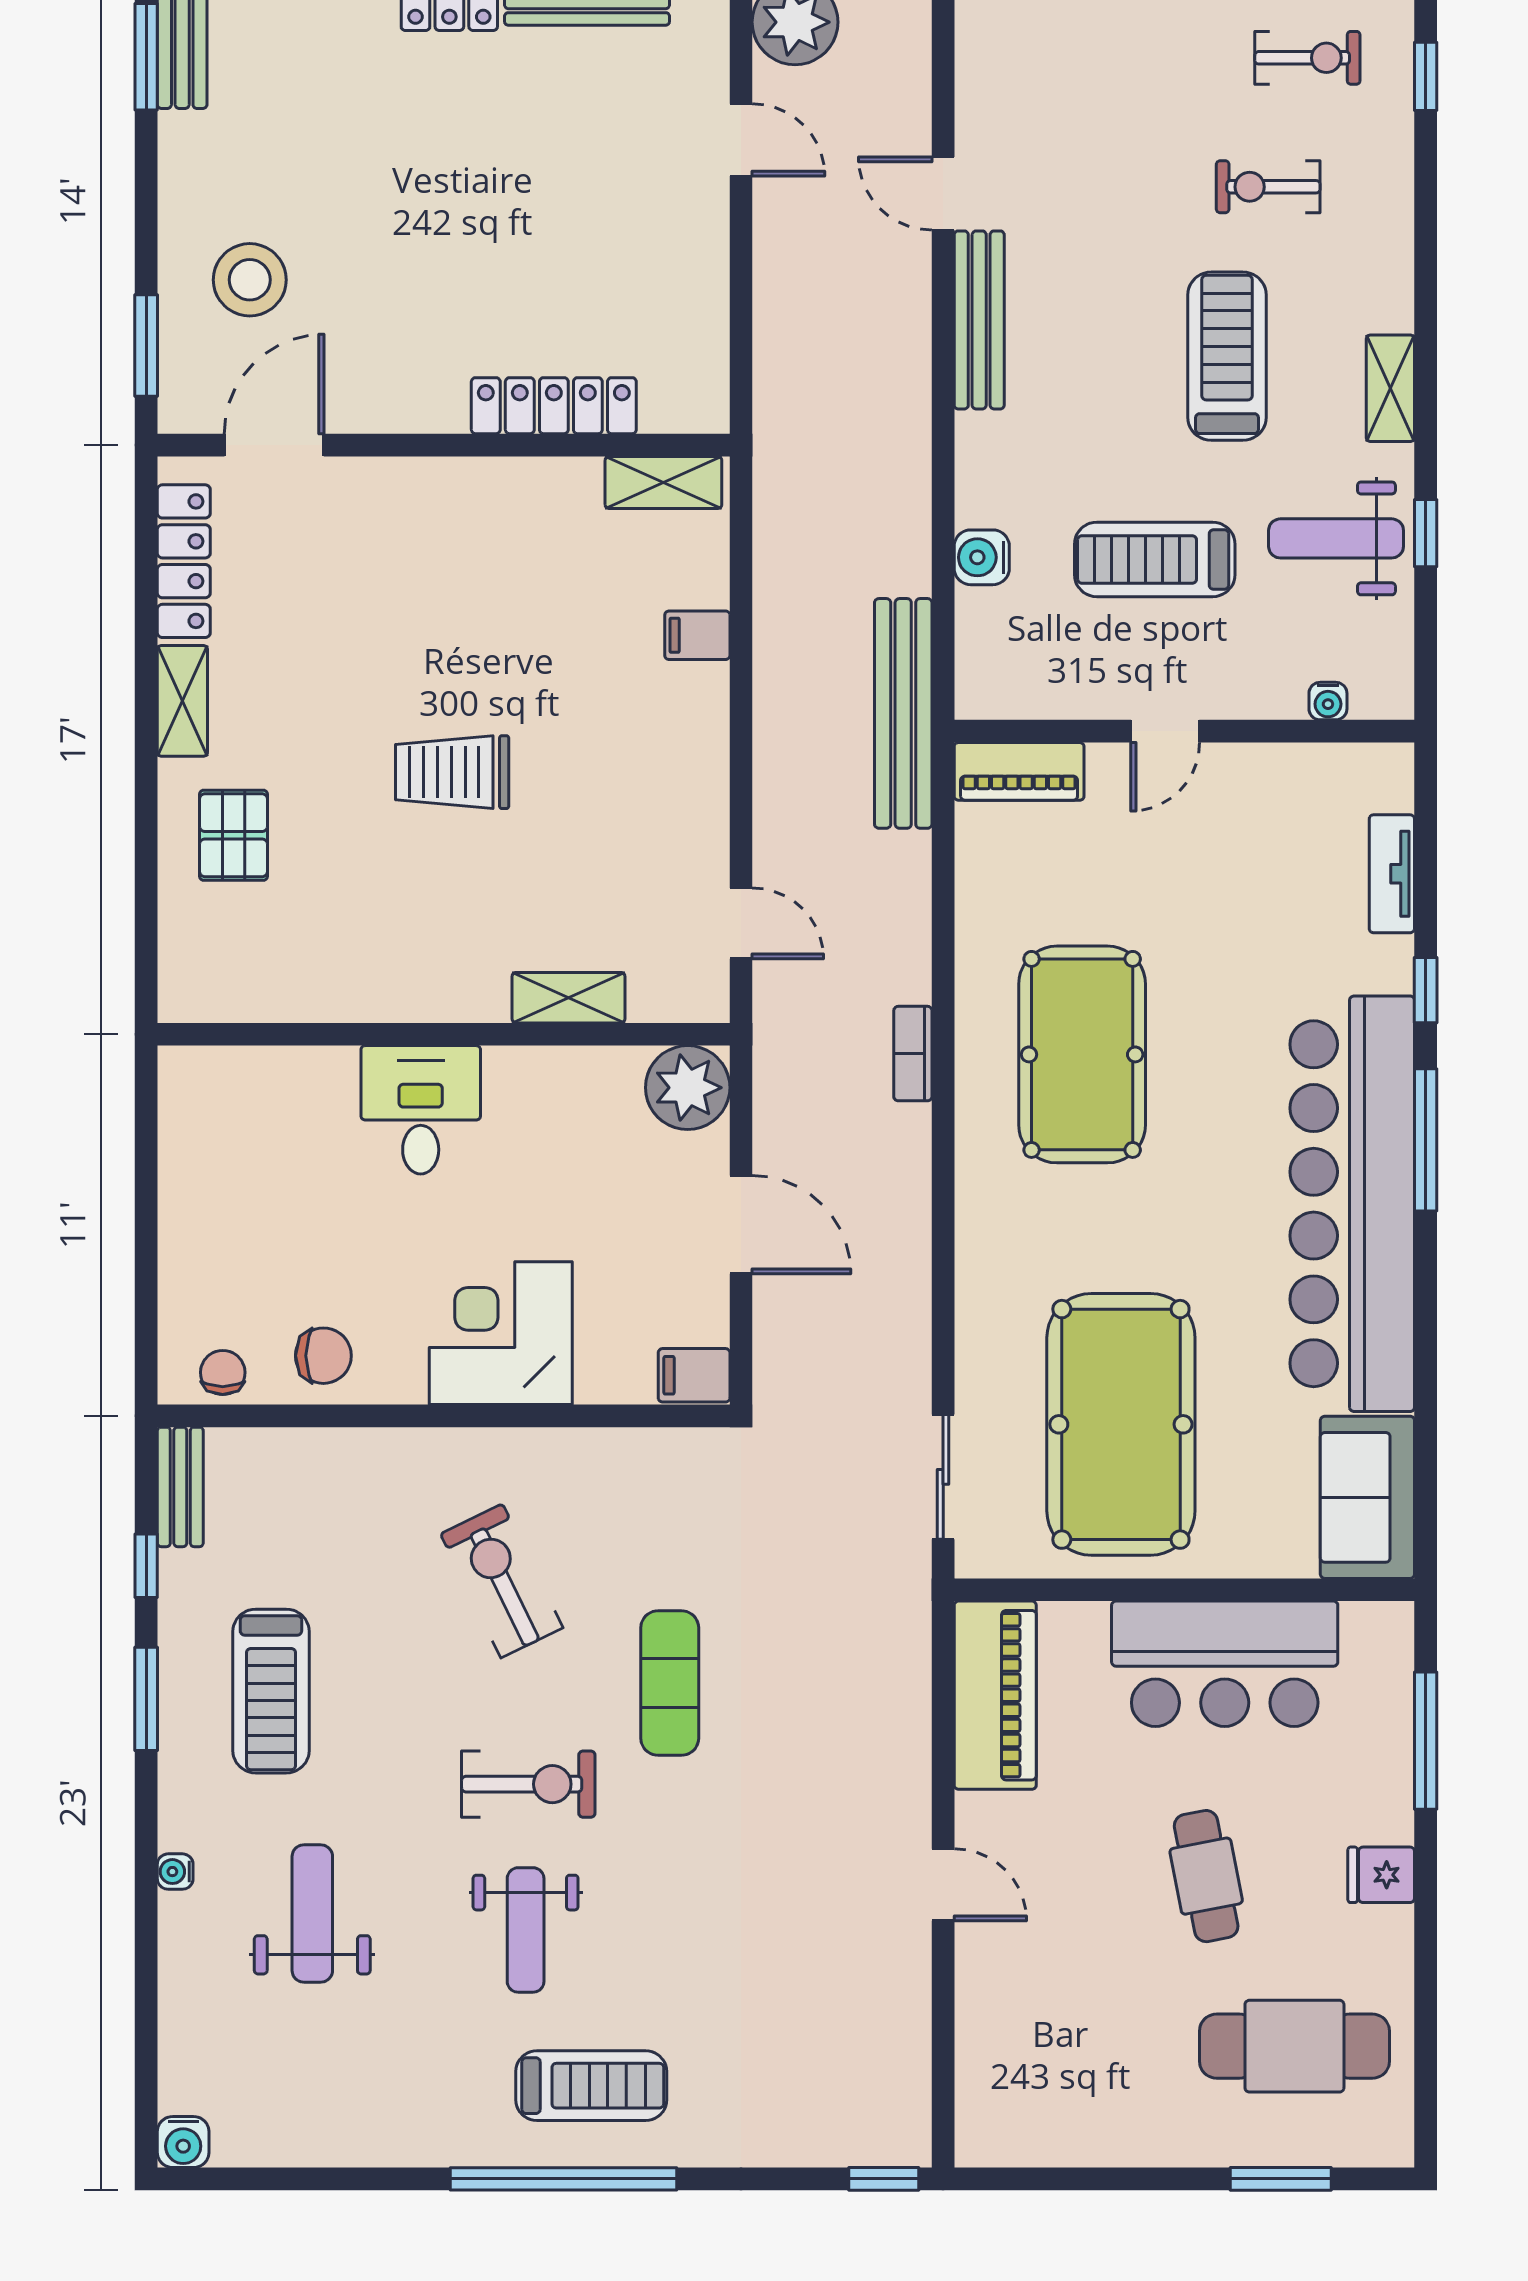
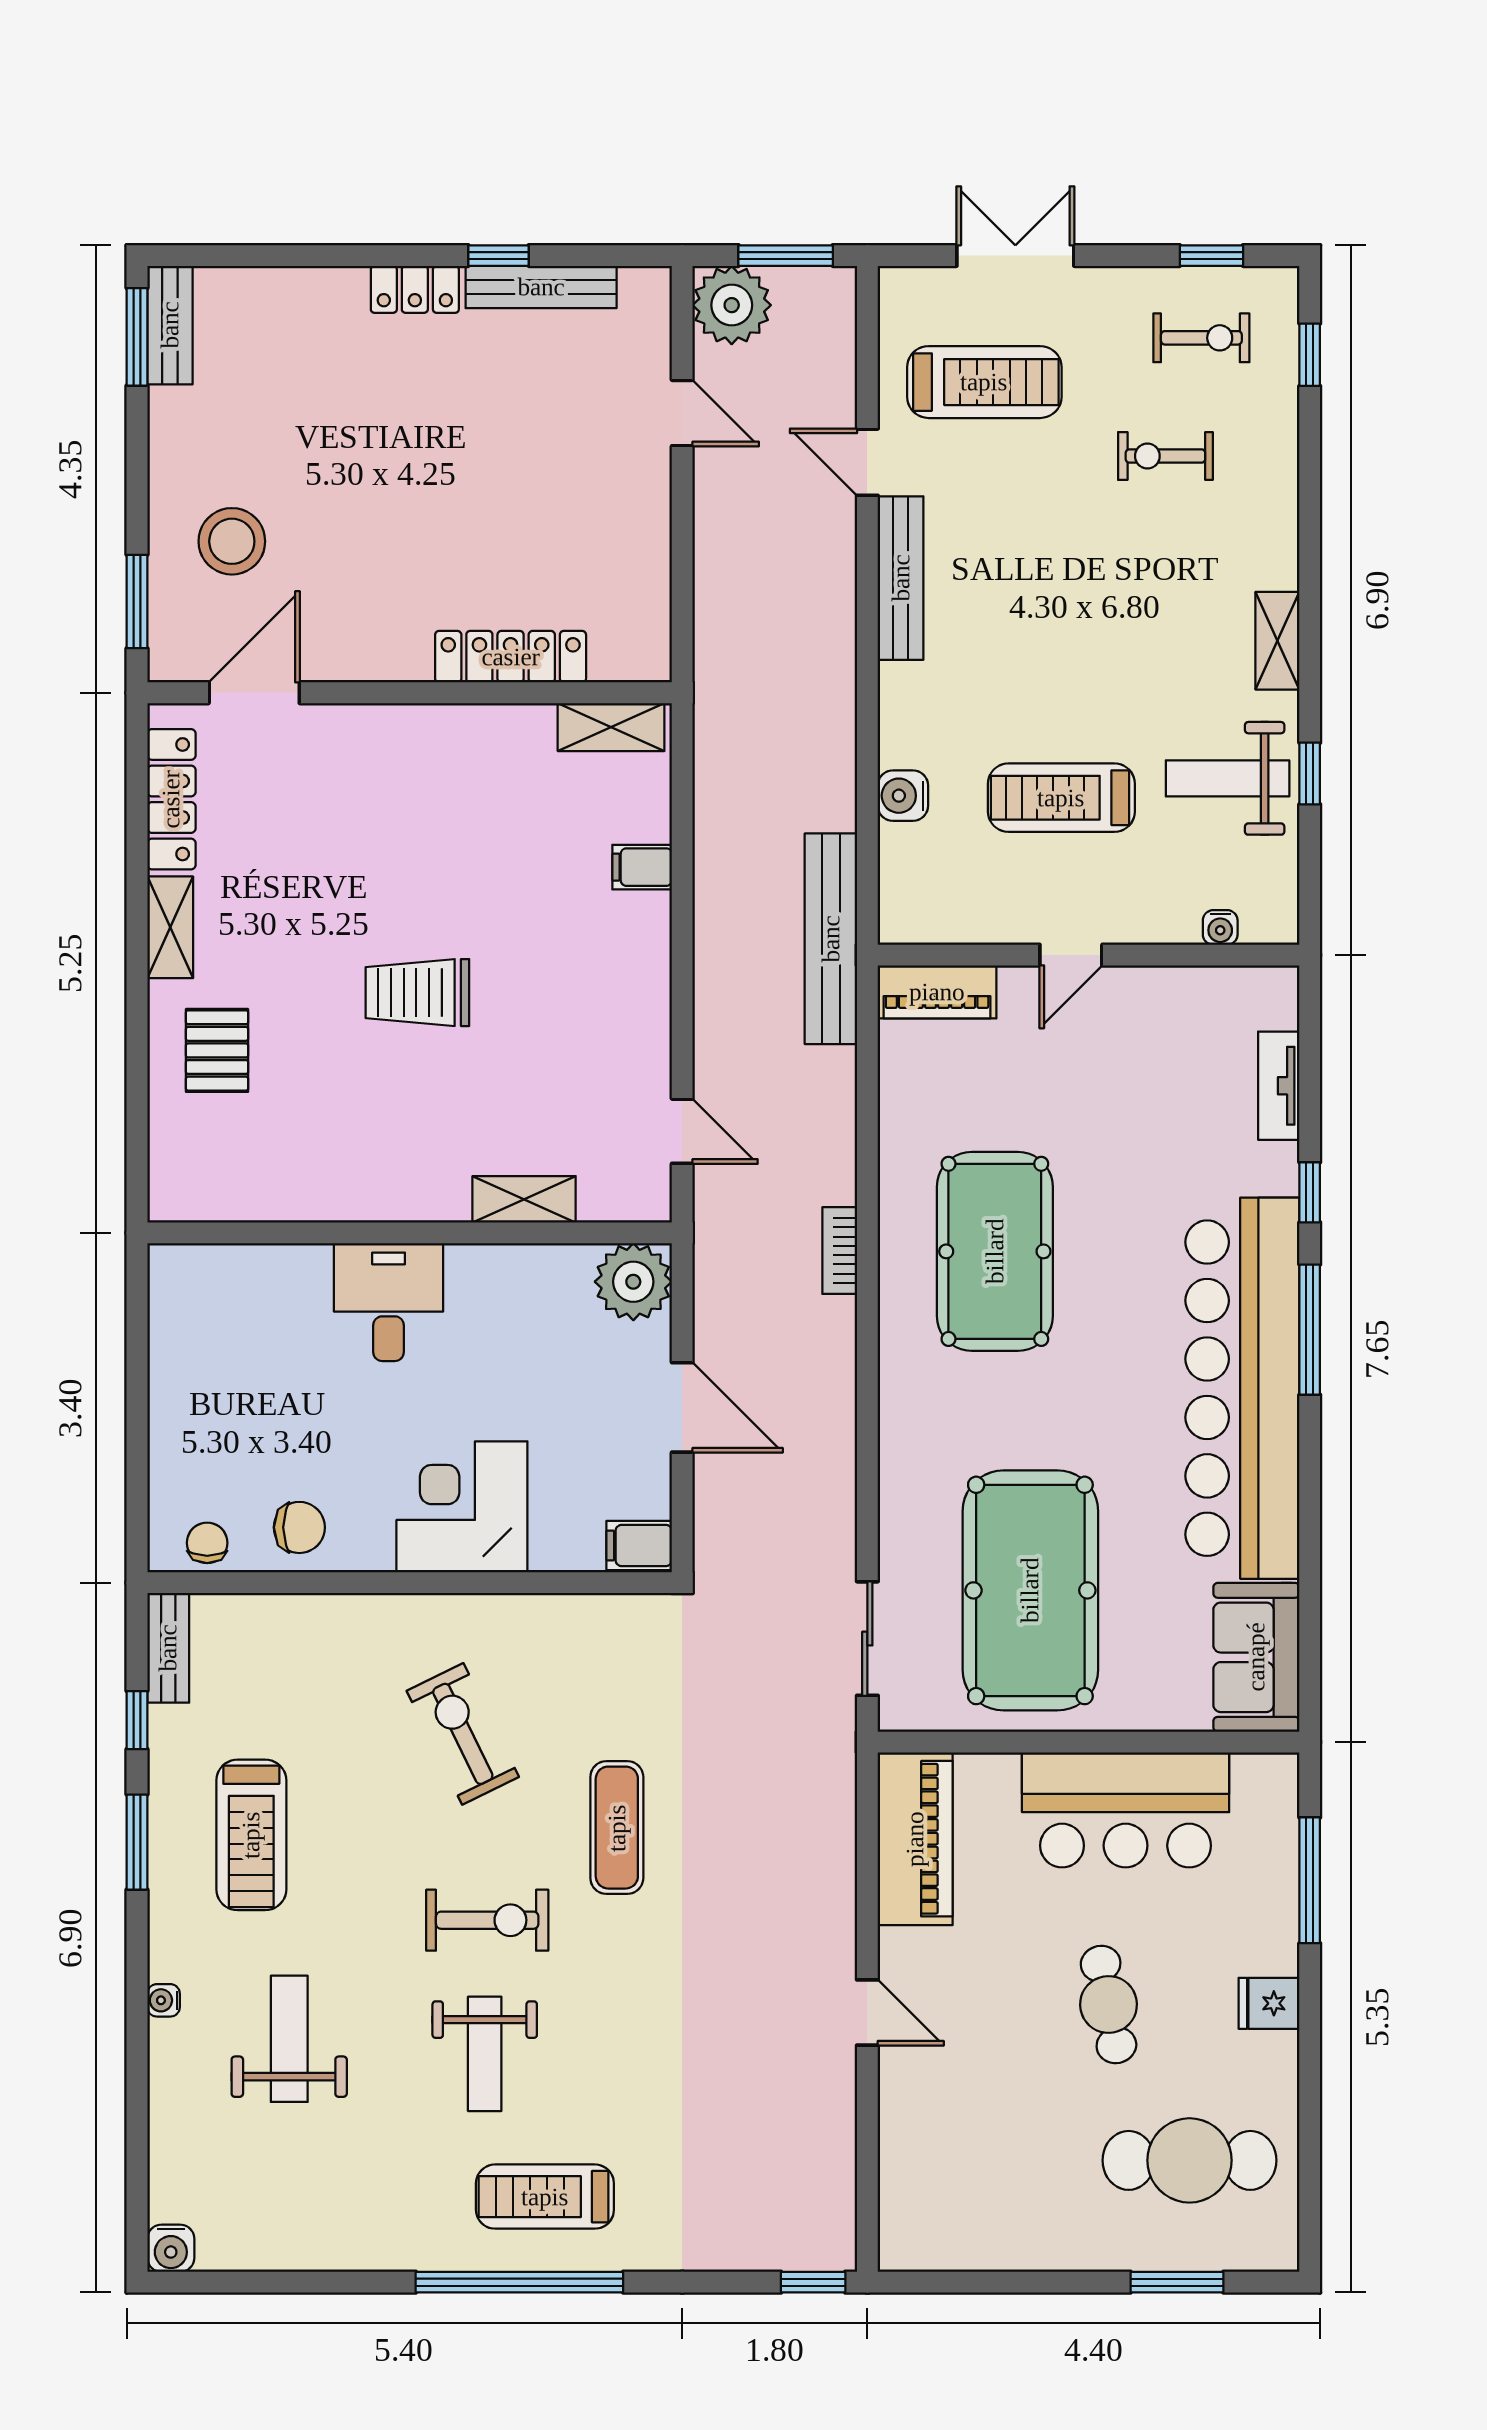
treadmill: (1227, 356) -> (984, 382), moved, turned 90
treadmill: (591, 2086) -> (545, 2197), turned 180

